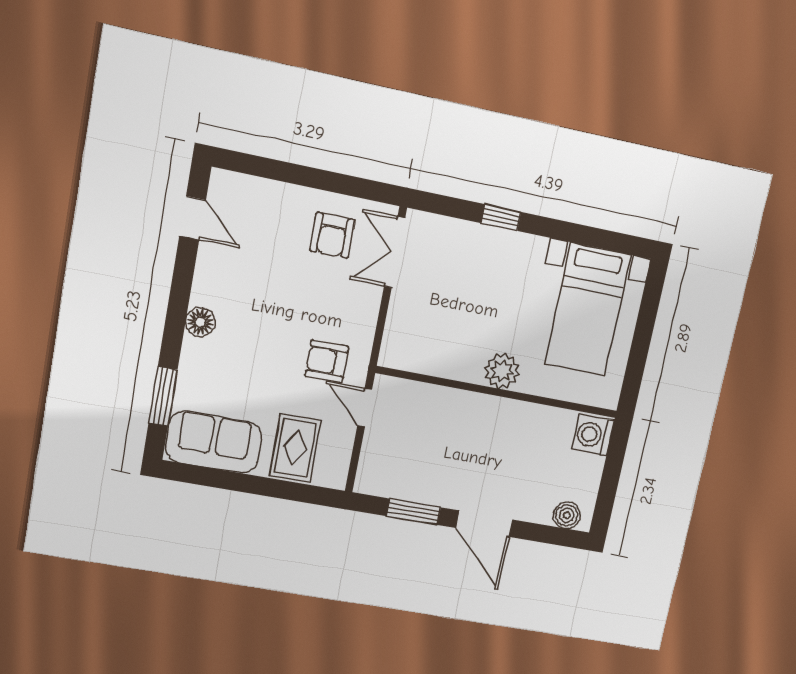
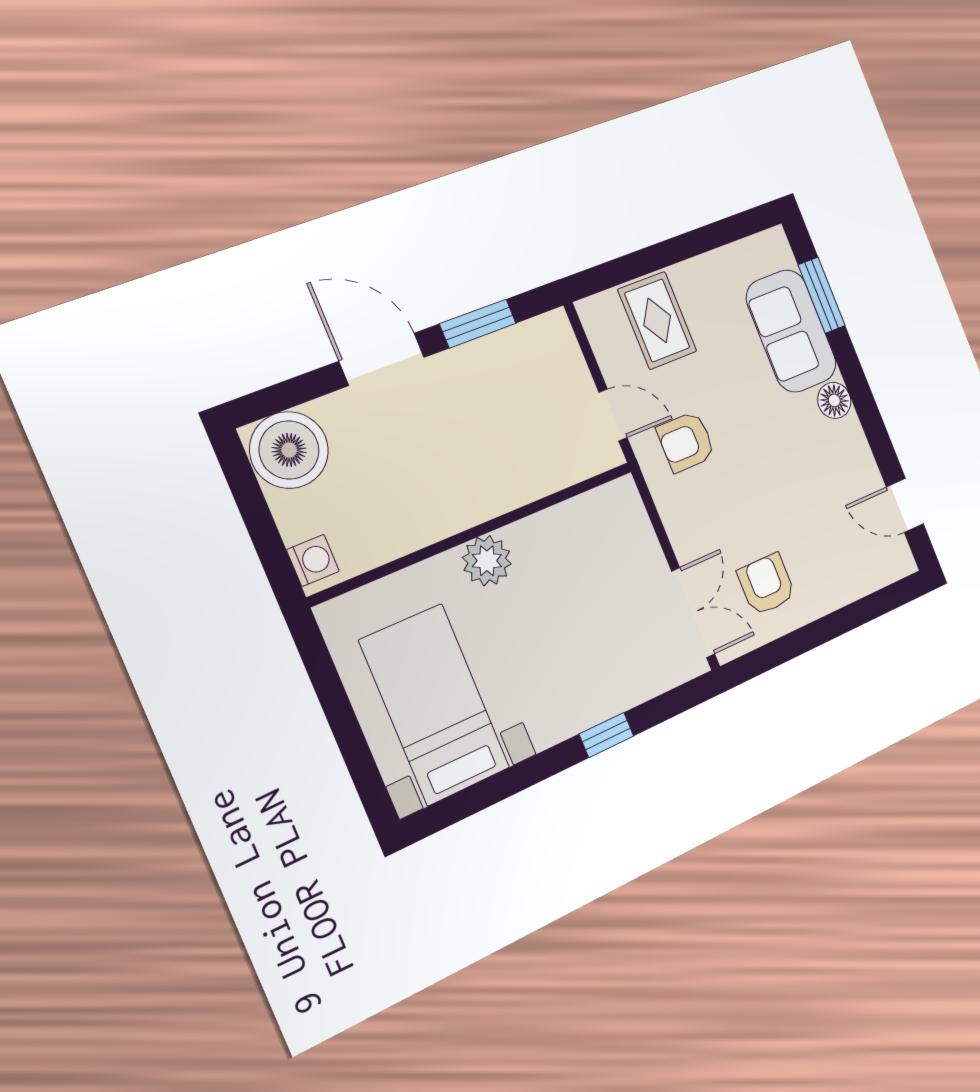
armchair: (327, 361) -> (686, 442), turned 180
washing machine: (593, 435) -> (313, 560), width x0.73, depth x0.73
sofa: (214, 442) -> (791, 331), moved, turned 90
boiler: (567, 515) -> (289, 450), width x1.86, depth x1.86

